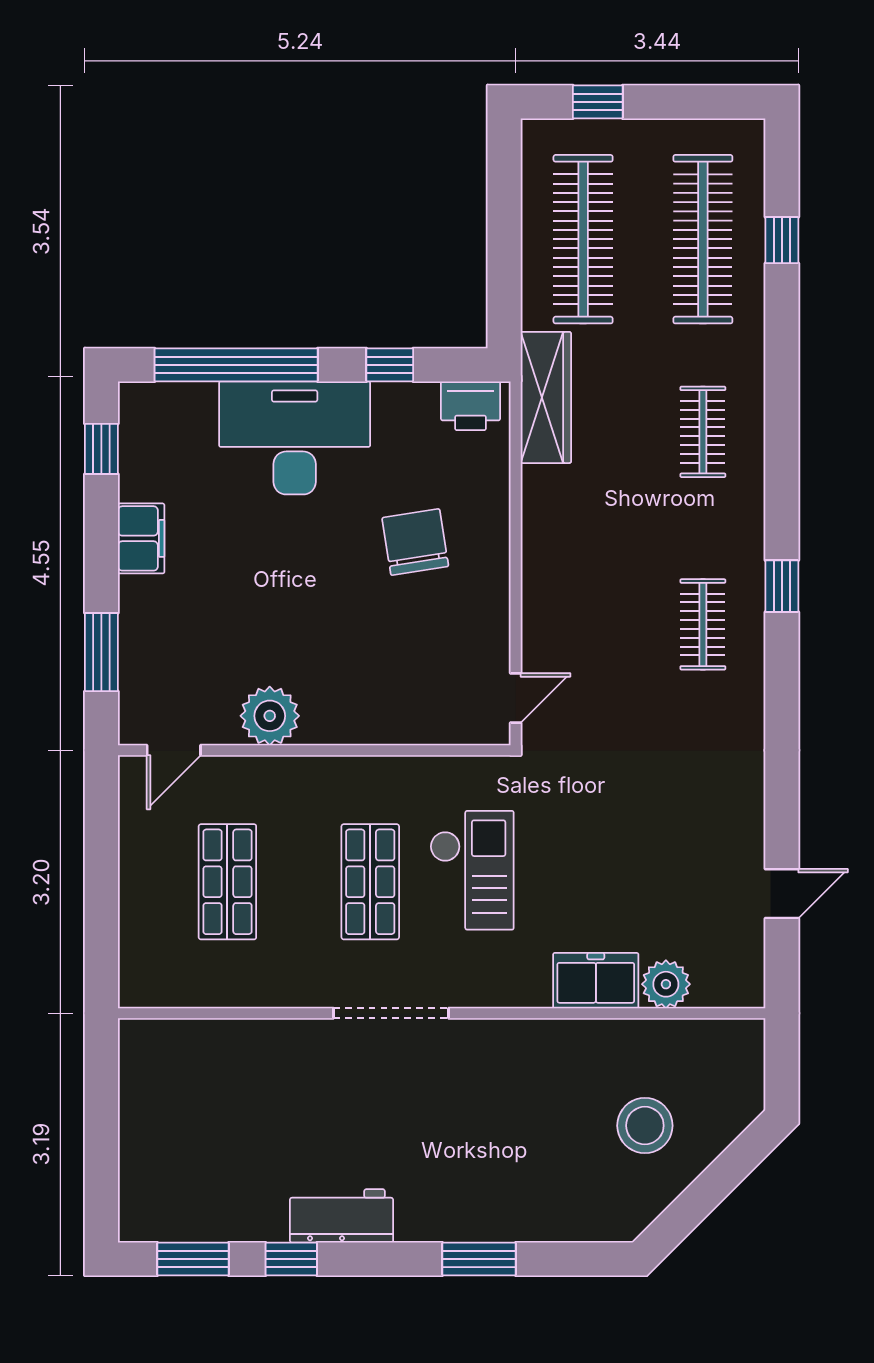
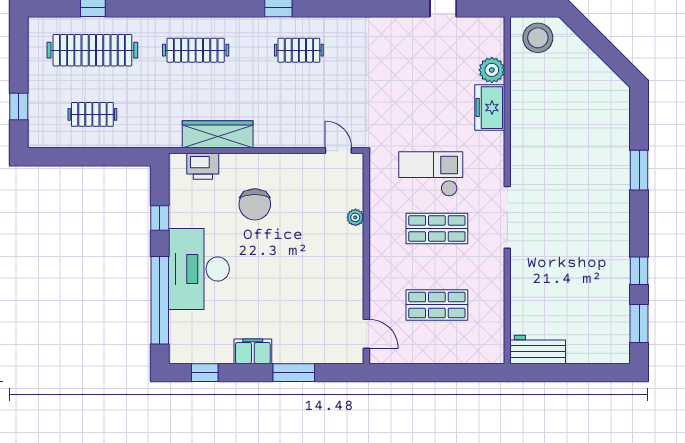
clothes rail: (583, 239) -> (92, 114), width x0.54, depth x0.76
wardrobe: (546, 397) -> (218, 134), moved
printer: (471, 406) -> (203, 166), moved, turned 90
clothes rail: (703, 432) -> (196, 50), width x1.36
chair: (415, 542) -> (255, 204), turned -81
window: (101, 652) -> (294, 373), moved
plant: (270, 716) -> (355, 217), moved, width x0.53, depth x0.53
stool: (645, 1126) -> (538, 38), moved
workbench: (341, 1216) -> (538, 349), moved, turned 90

